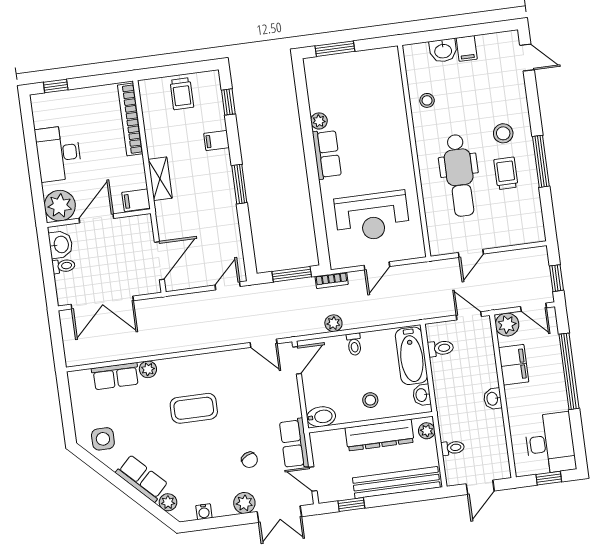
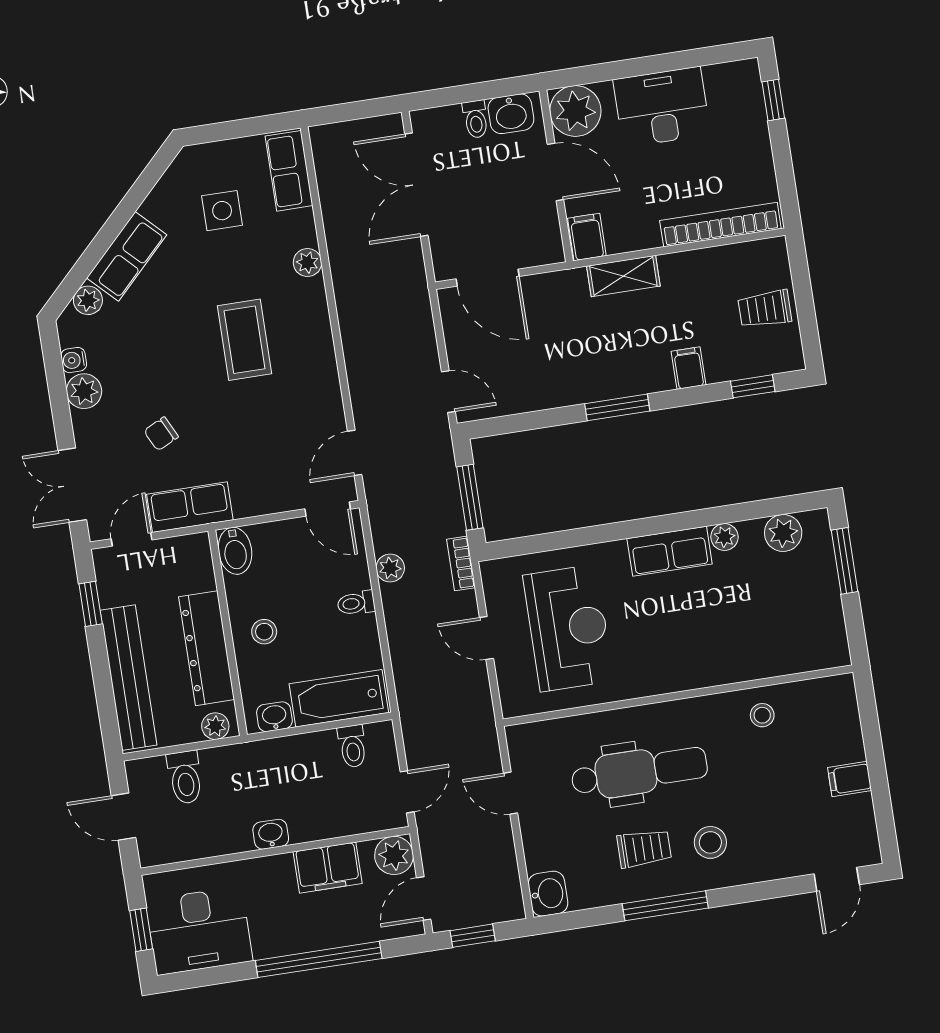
washbasin: (443, 51) -> (548, 894), moved, turned 180
plant: (317, 85) -> (783, 533), added
dental chair: (460, 175) -> (639, 772), turned 180
reception desk: (372, 216) -> (568, 628), turned 180
row of seats: (115, 376) -> (289, 171), moved
side table: (103, 439) -> (222, 211), moved
toilet: (453, 448) -> (185, 777), width x1.37, depth x1.39
plant: (244, 503) -> (84, 391), moved

